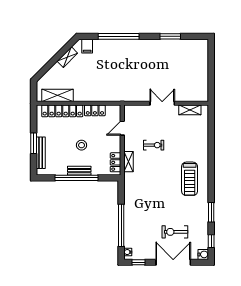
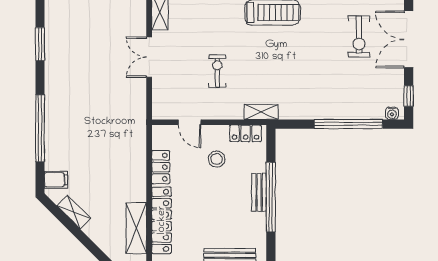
stool: (82, 145) -> (217, 159), moved
shelving: (129, 162) -> (261, 112), moved

